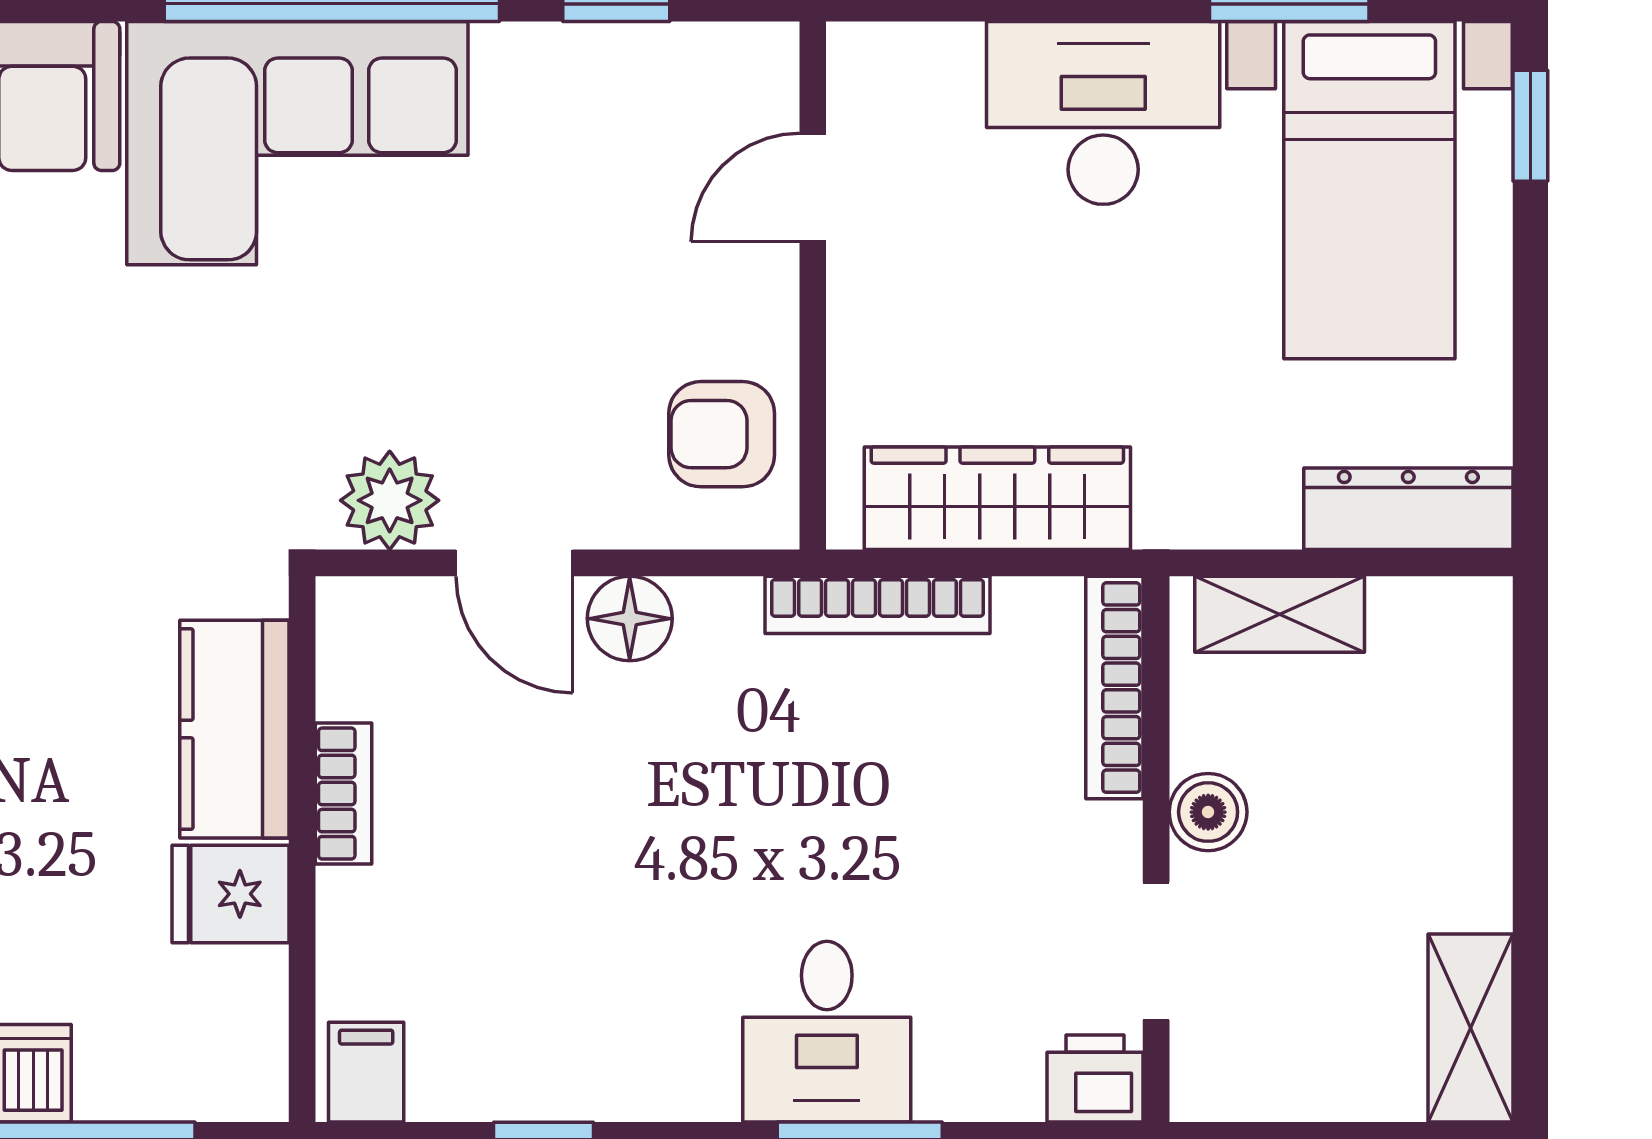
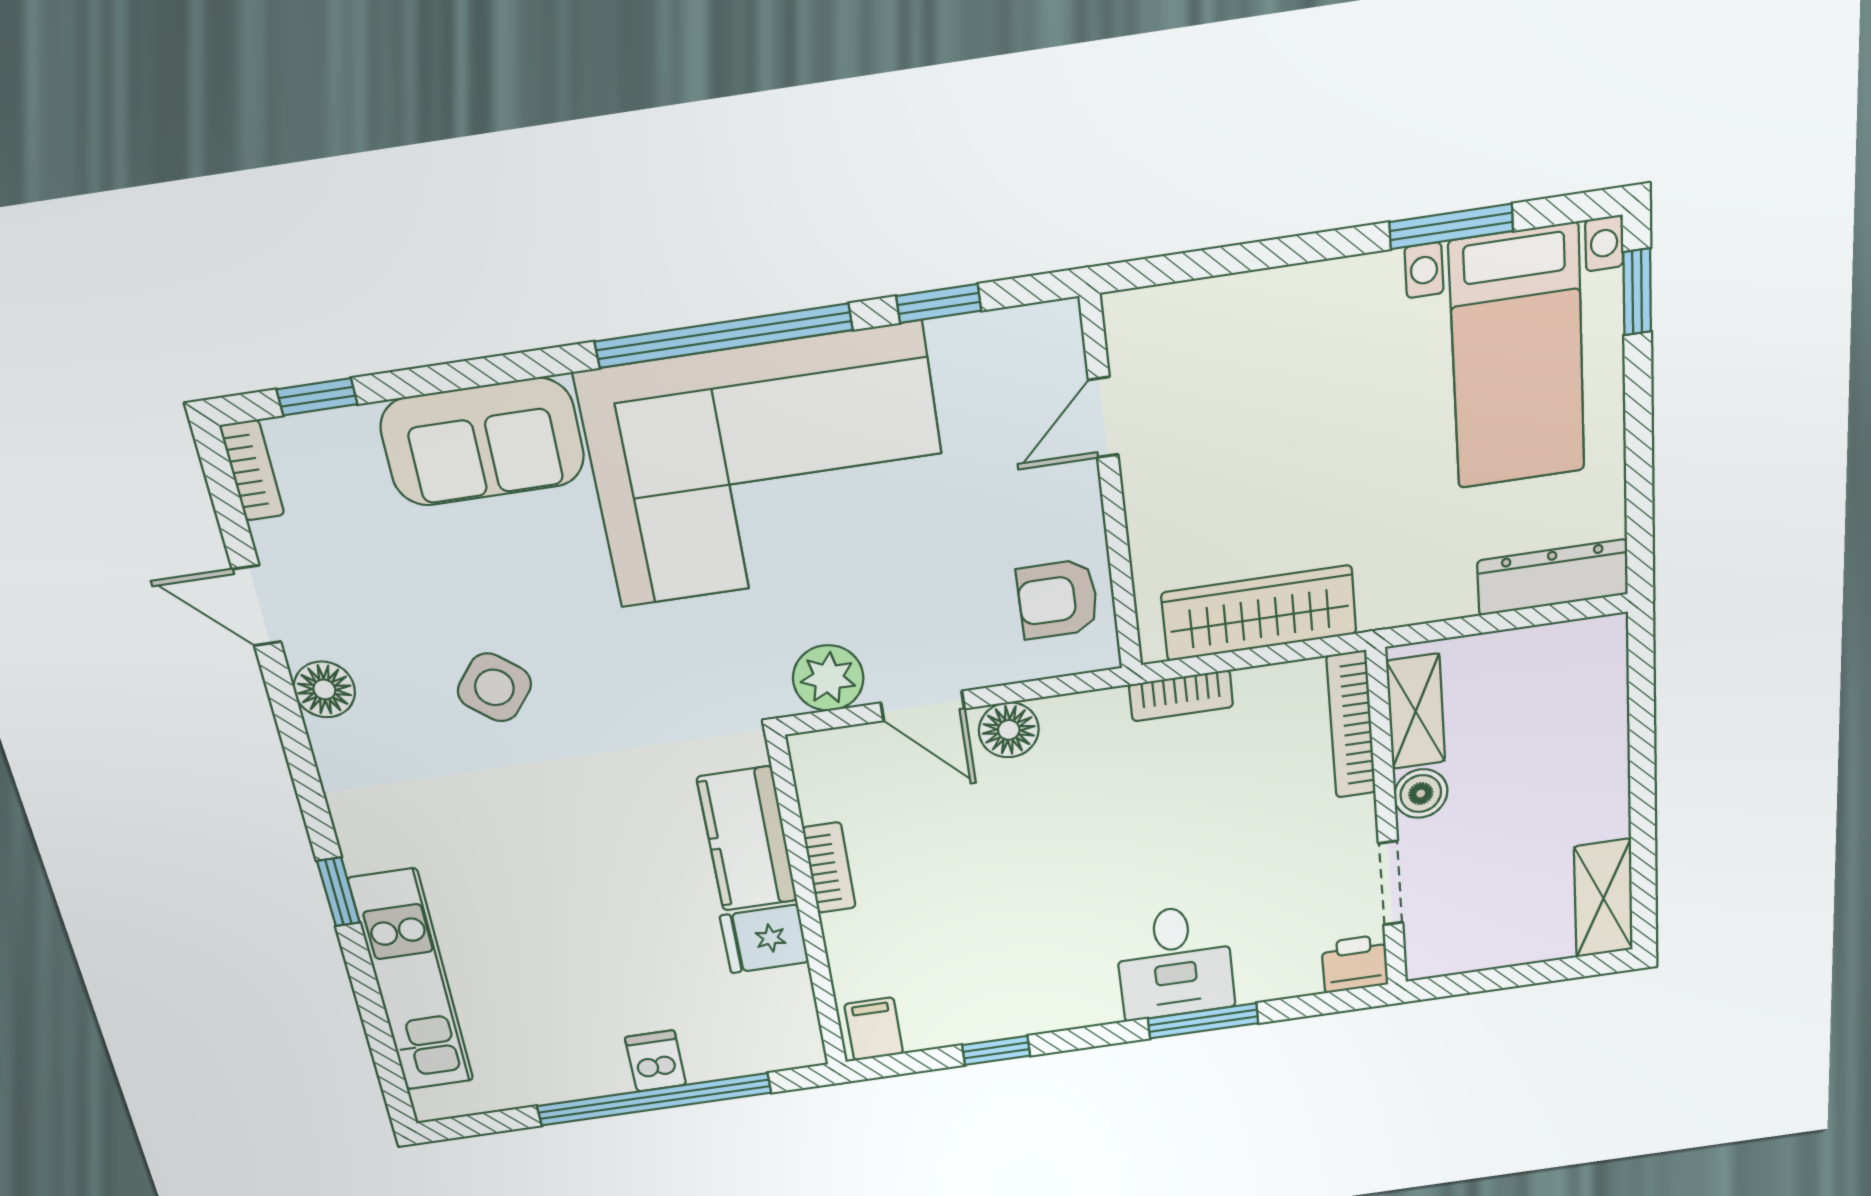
desk: (1103, 113) -> (1315, 330), removed
corner sofa: (297, 143) -> (768, 467), width x1.36, depth x1.36
bookcase: (878, 605) -> (1181, 696), width x0.64
shelving: (1280, 614) -> (1416, 712), moved, turned 90

